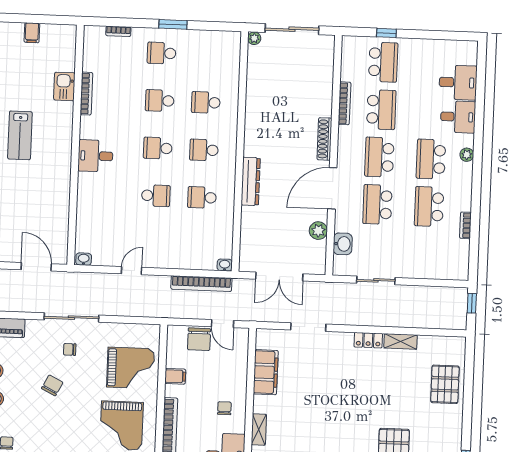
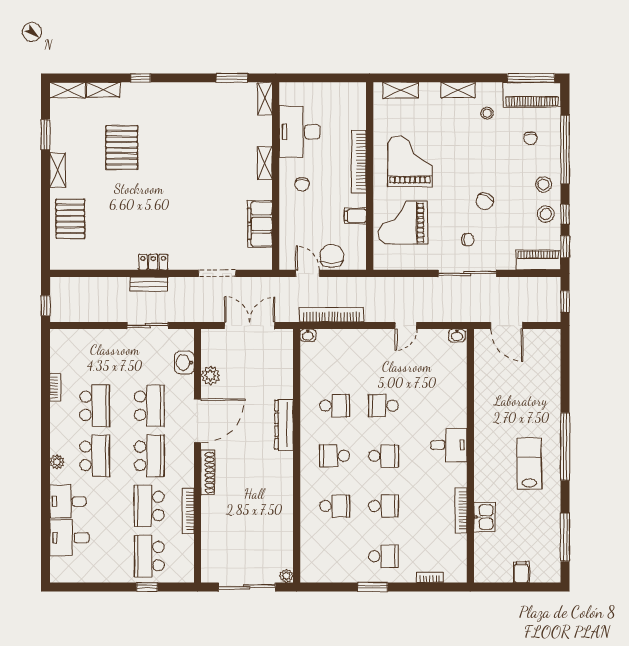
school desk: (204, 150) -> (335, 456), turned 180
bench: (373, 320) -> (149, 284), added
shelving: (401, 341) -> (58, 170), moved, turned 90

